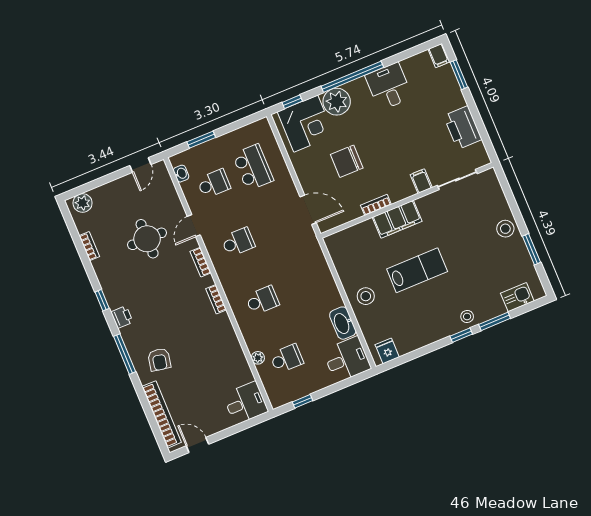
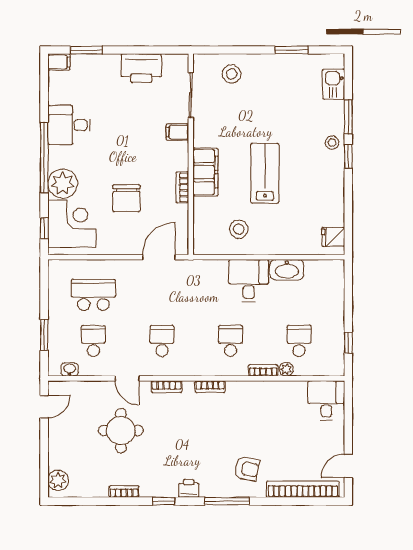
door: (140, 165) -> (44, 406), hinge flipped
stool: (505, 229) -> (232, 74), moved
bookcase: (89, 246) -> (124, 492), moved
stool: (366, 296) -> (239, 229), moved
bookcase: (249, 339) -> (263, 370), added
desk: (347, 359) -> (249, 281), moved

